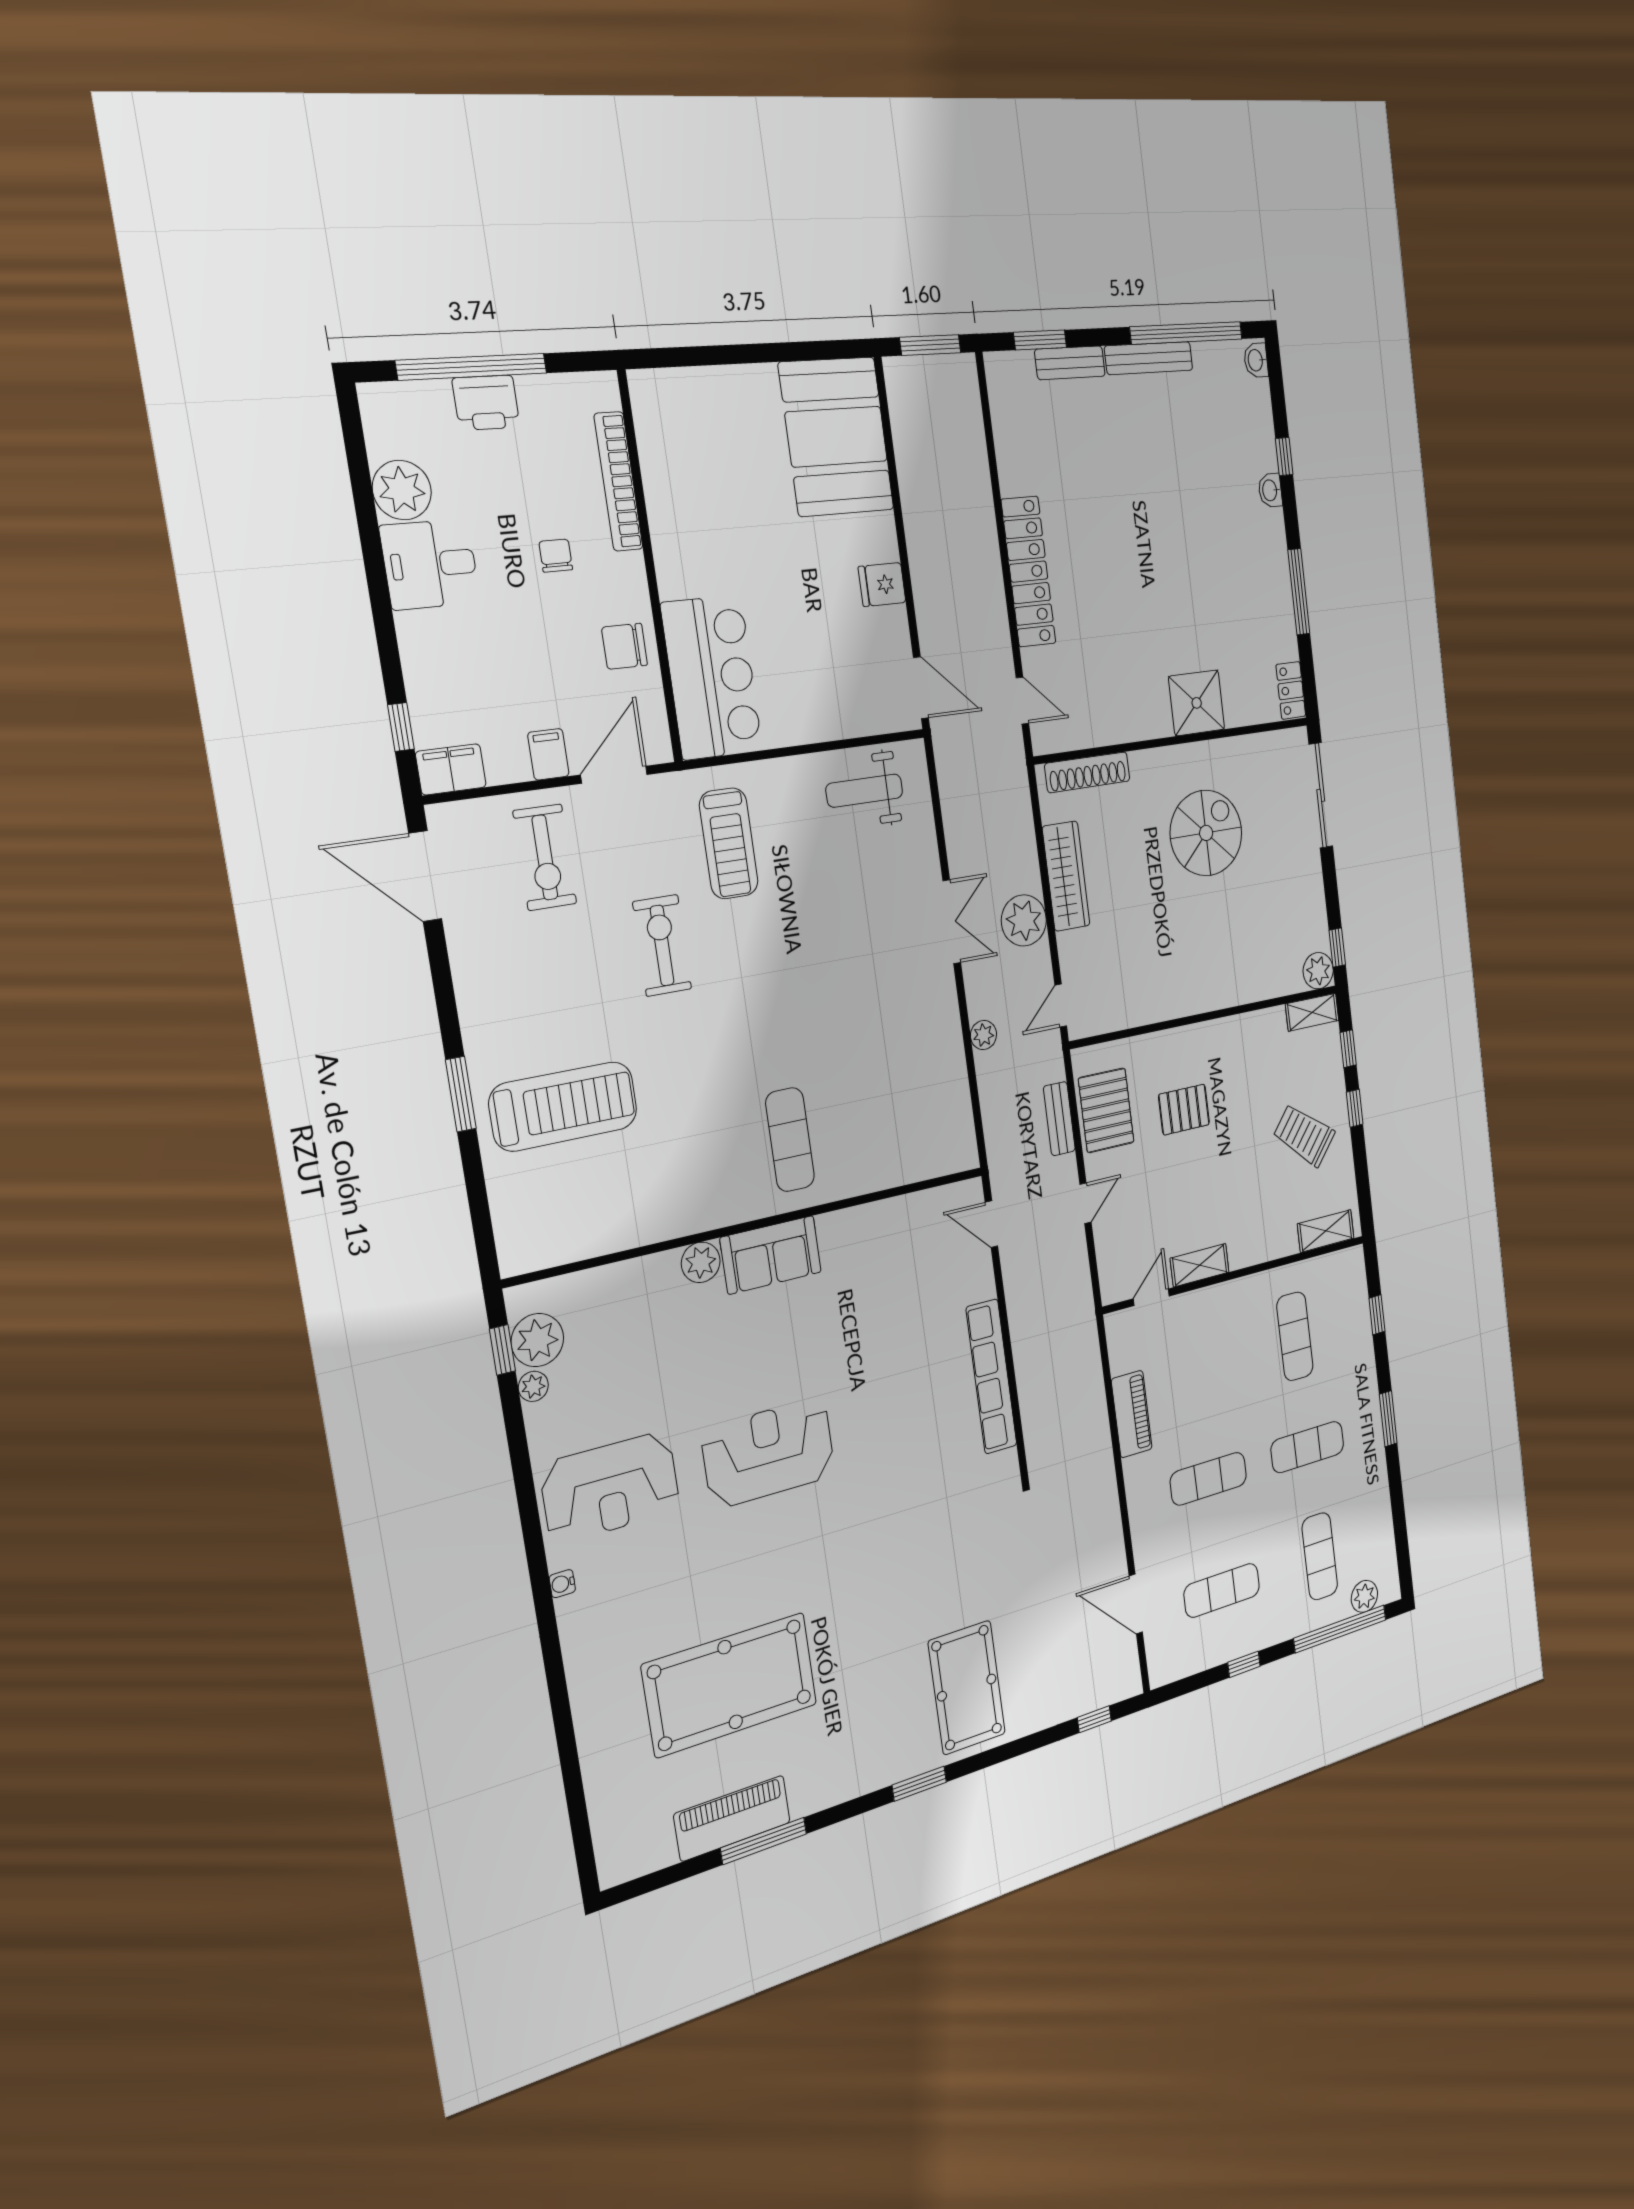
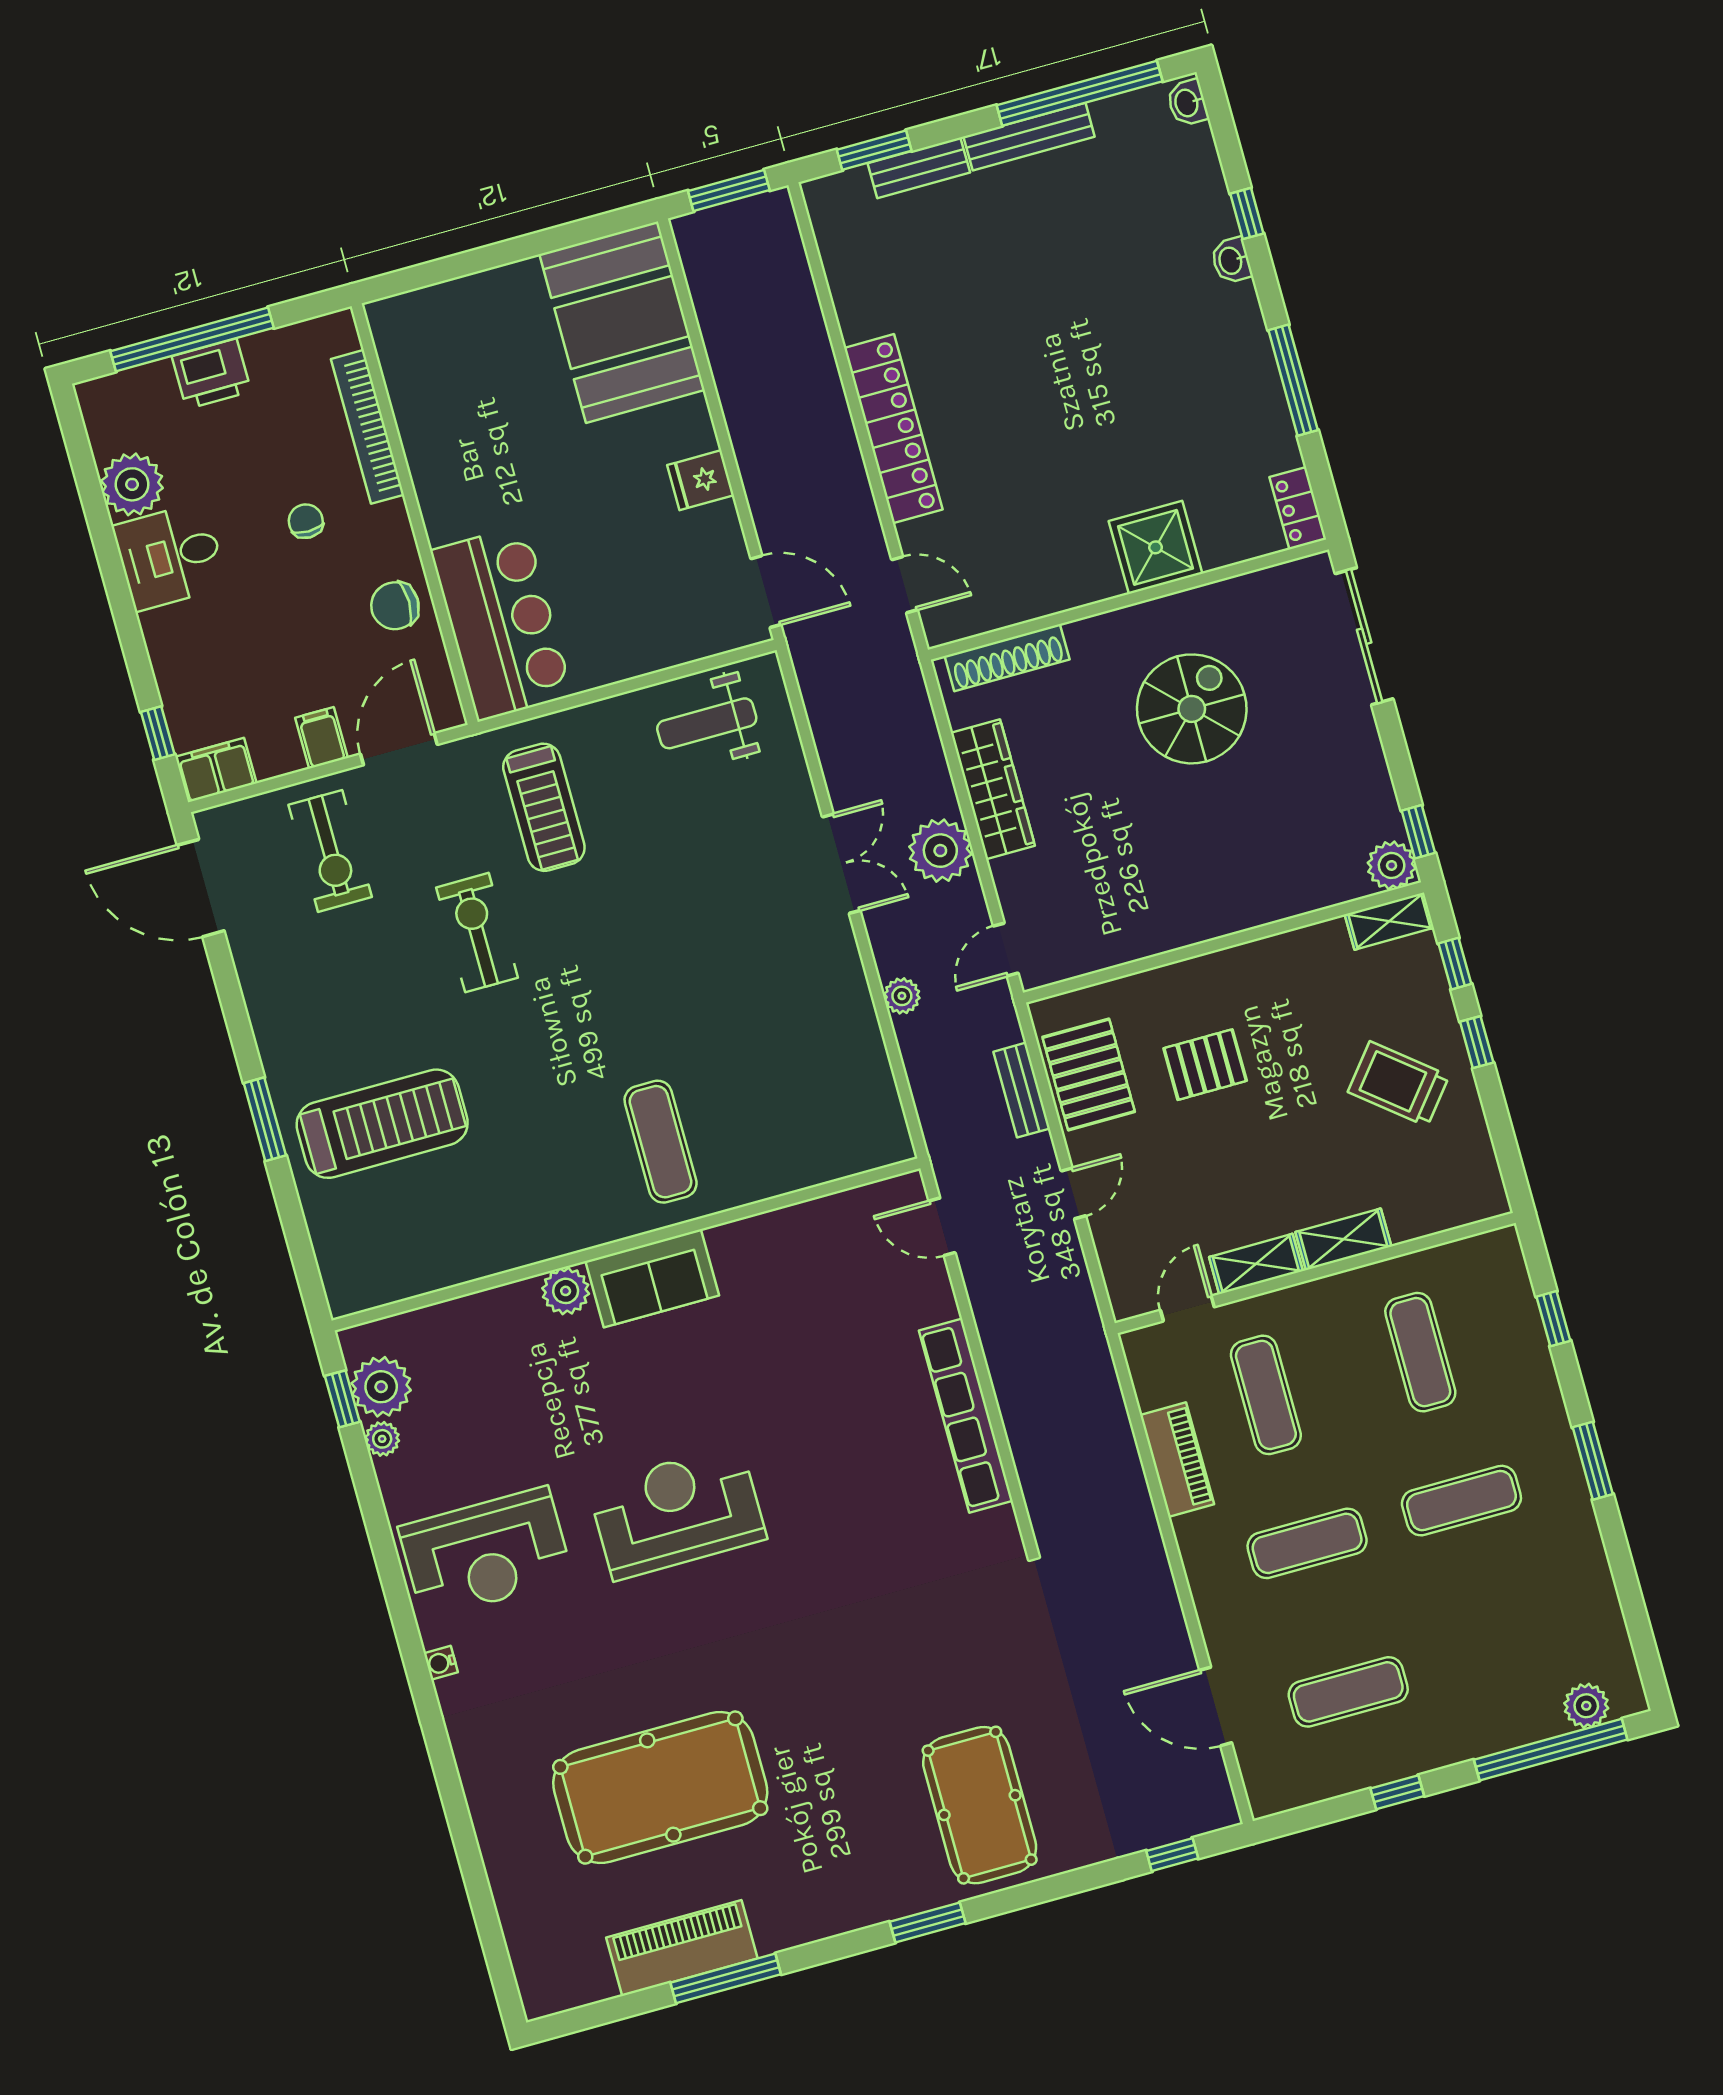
shelving: (1326, 1231) -> (1343, 1239), moved
exercise mat: (1320, 1556) -> (1266, 1395), moved

